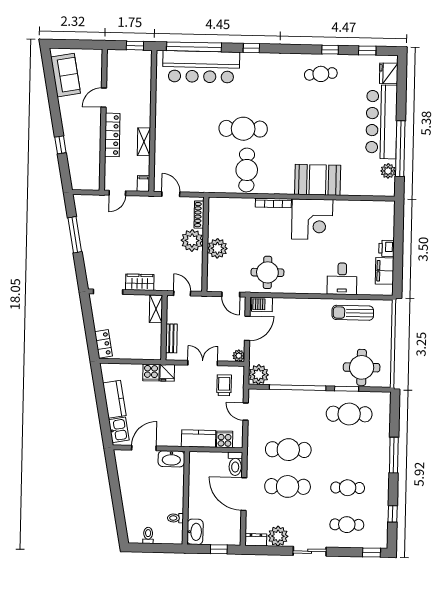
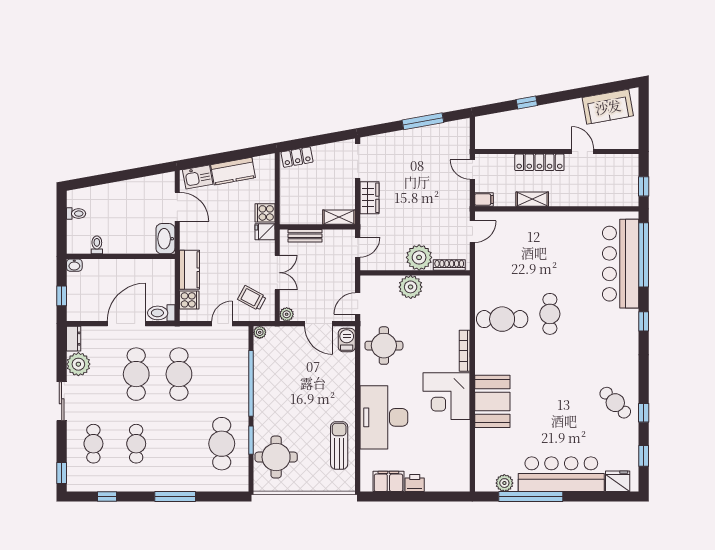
cafe table: (321, 74) -> (615, 403), turned -38
cafe table: (243, 129) -> (550, 314), width x0.73, depth x0.74
desk: (342, 279) -> (384, 417), width x1.87, depth x1.30
plant: (259, 375) -> (260, 332), width x0.53, depth x0.53
trolley: (224, 385) -> (252, 298), turned -152
washbasin: (195, 532) -> (74, 265), width x0.52, depth x0.69

